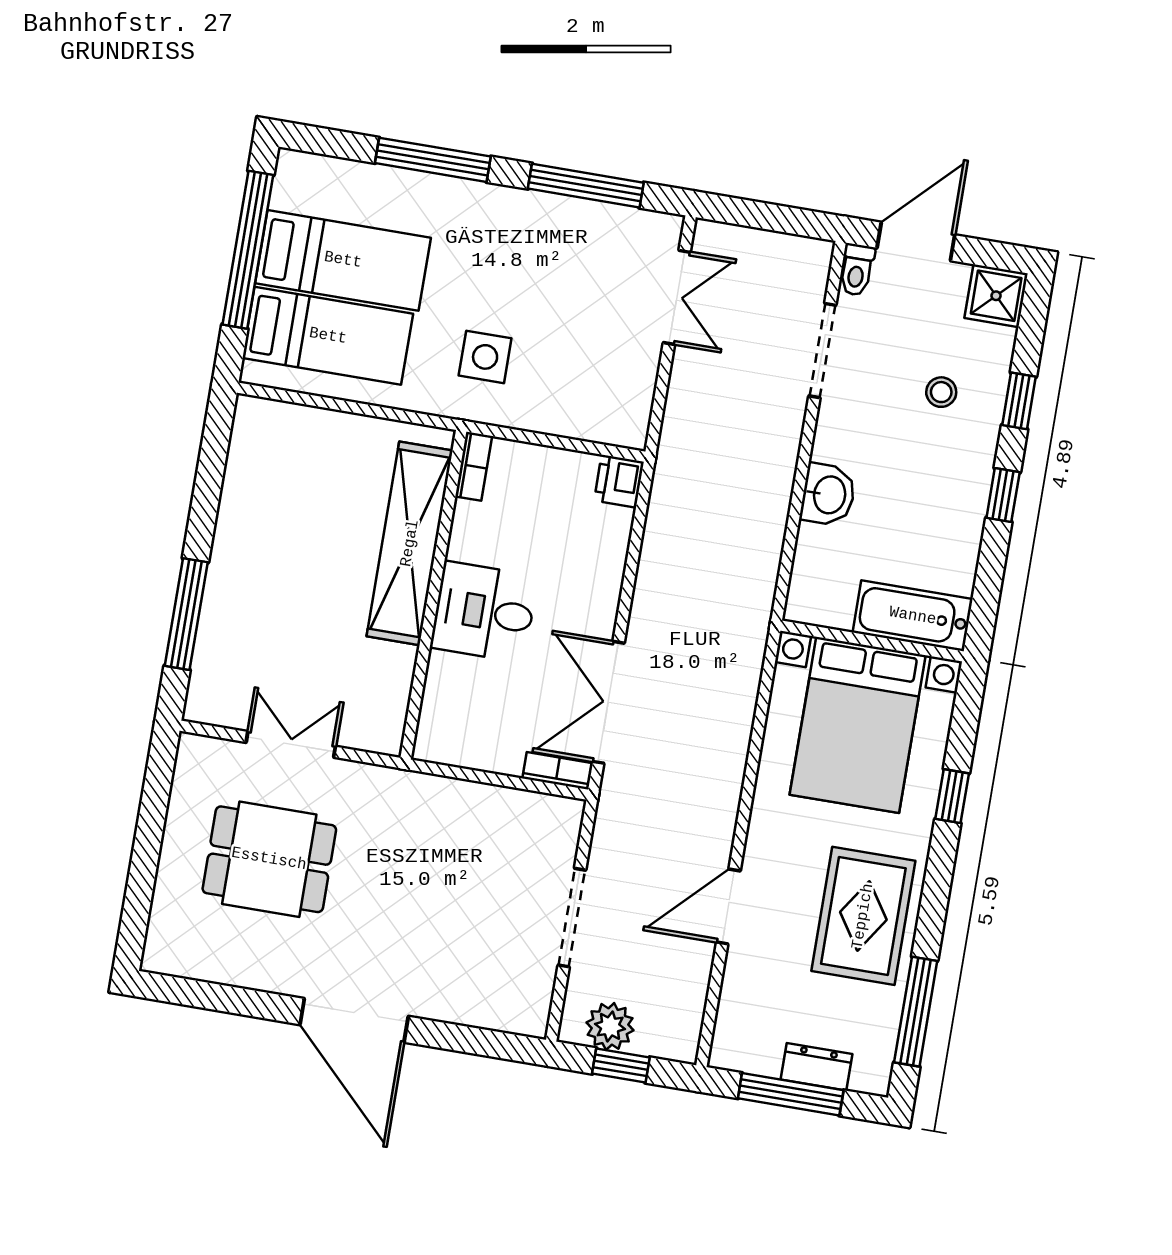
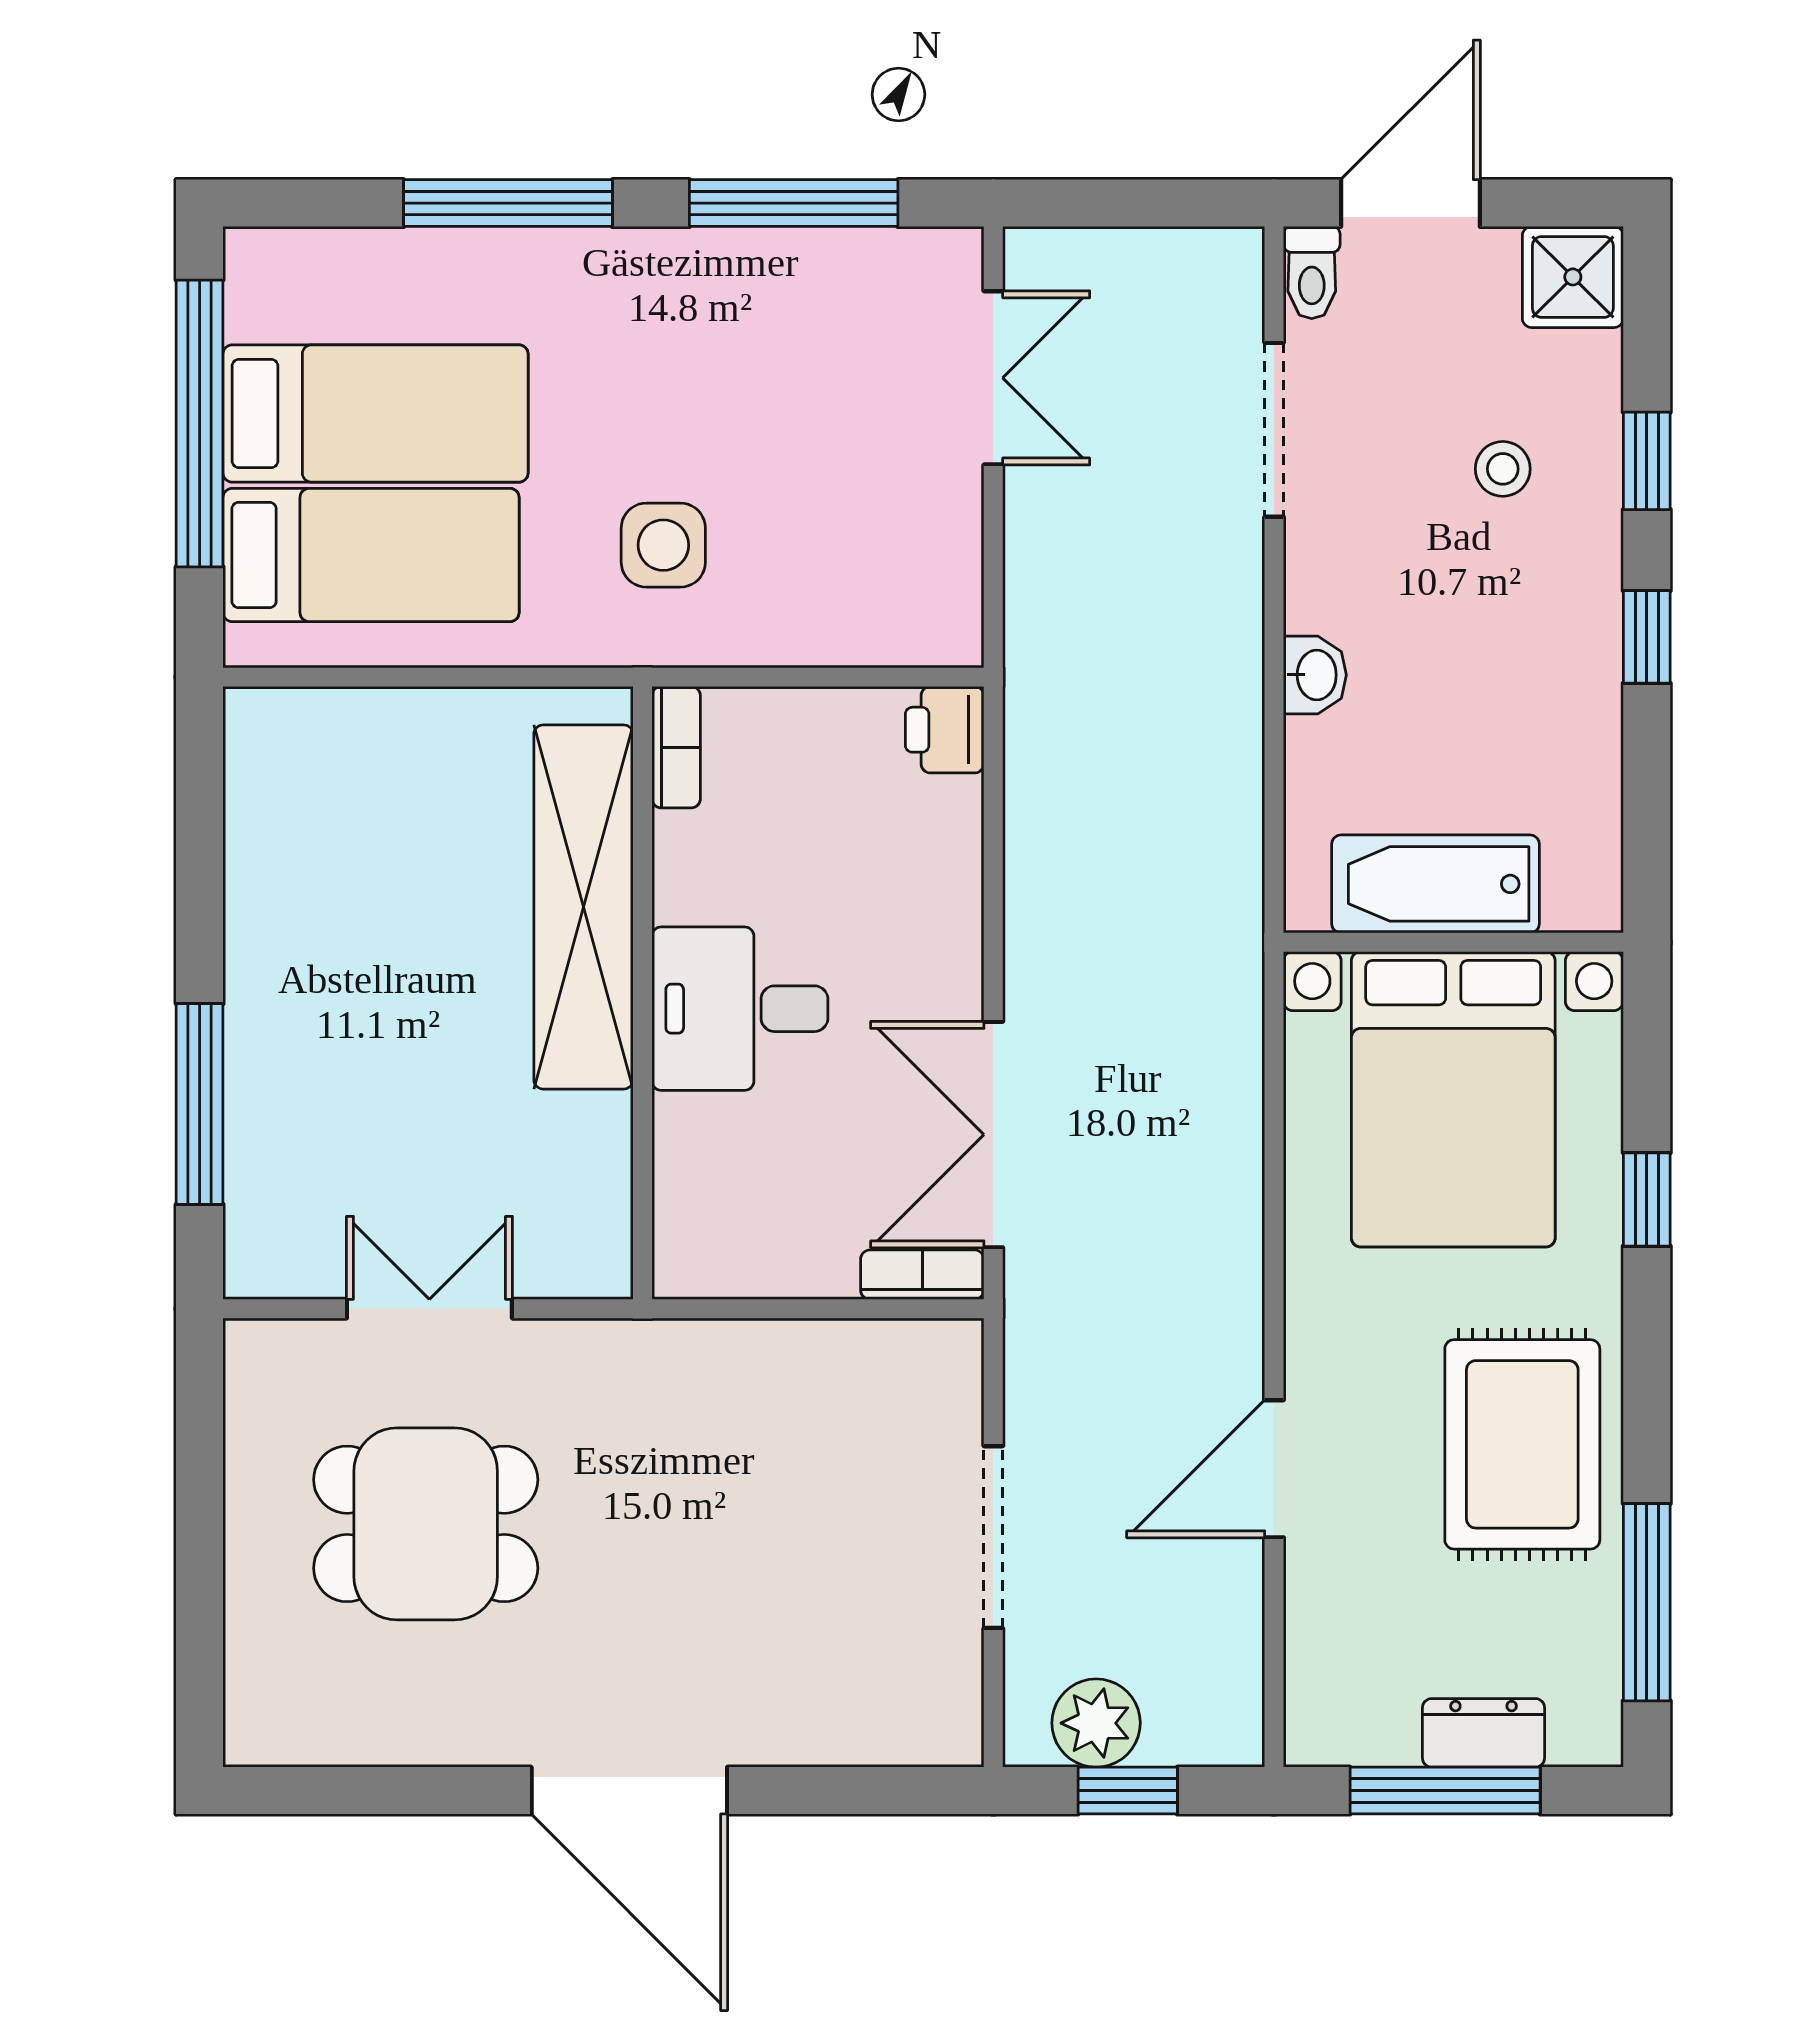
washbasin: (828, 495) -> (1315, 675), width x0.72, depth x0.69
bathtub: (913, 616) -> (1435, 884), moved

